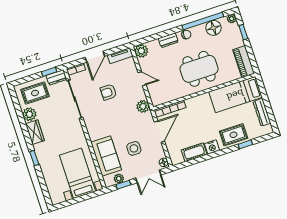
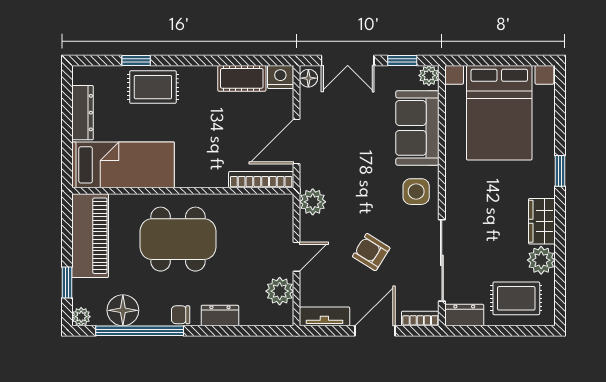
plant: (141, 51) -> (280, 291), moved
piano: (244, 62) -> (90, 236), width x1.37, depth x1.33
window: (49, 72) -> (475, 331), removed
door: (142, 79) -> (297, 257), swing flipped
armchair: (109, 92) -> (371, 252), turned -148
nightstand: (212, 147) -> (280, 77), moved
side table: (134, 148) -> (416, 192), moved
bed with nightstands: (78, 173) -> (499, 113), width x1.36
double door: (148, 176) -> (348, 60), swing flipped
plant: (119, 179) -> (429, 75), moved

